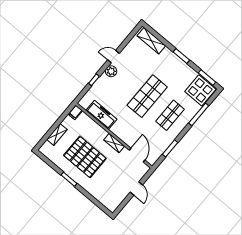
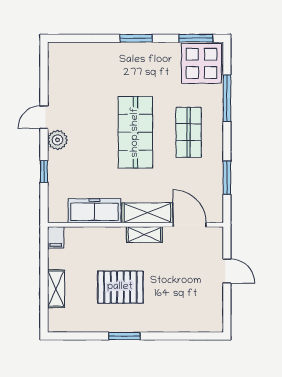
shelving: (151, 41) -> (147, 213), moved
pallet: (85, 157) -> (120, 287), width x0.73, depth x0.71

